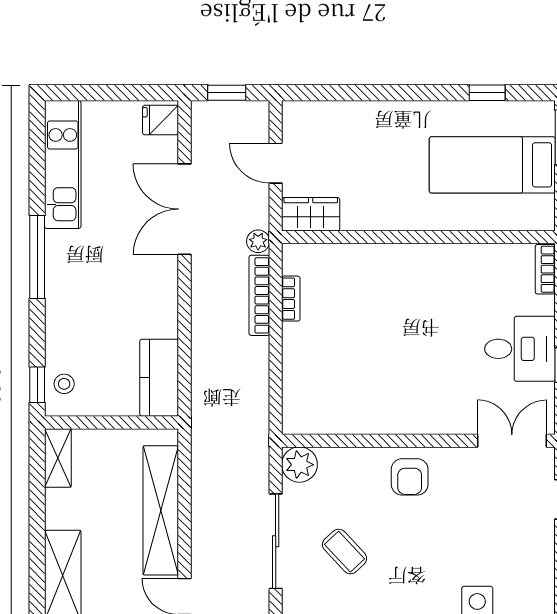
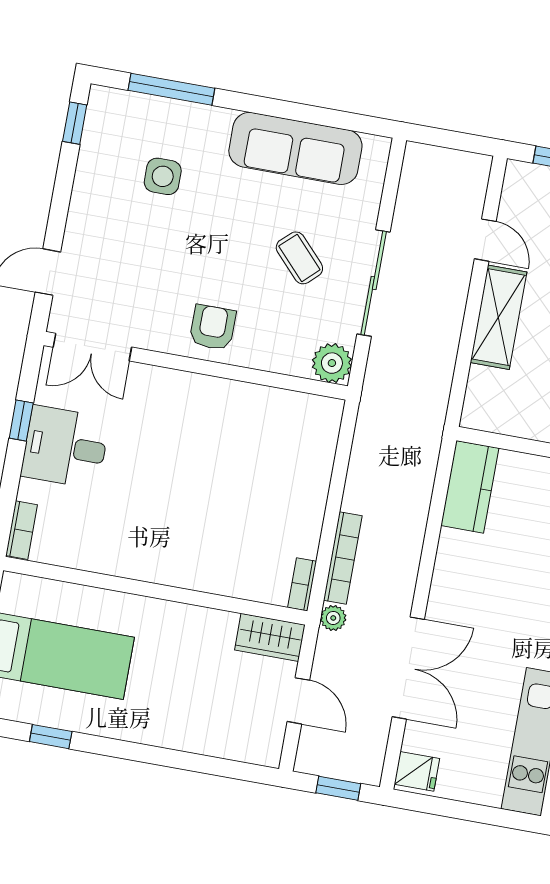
bookcase: (291, 299) -> (302, 584), moved
shelving: (161, 510) -> (498, 317), width x0.68

